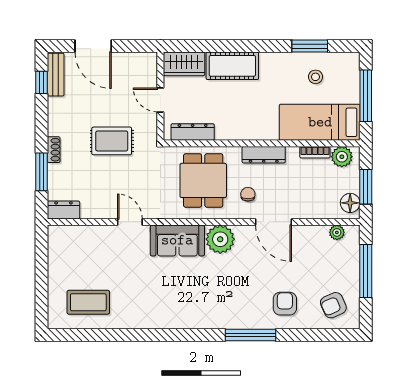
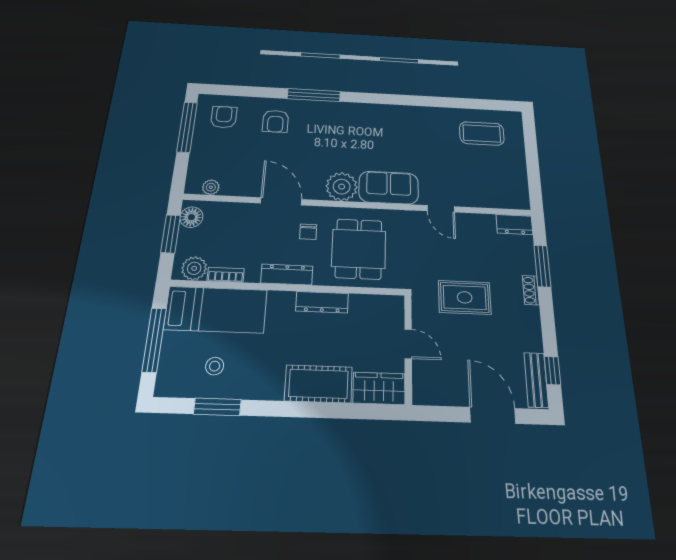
dresser: (193, 132) -> (322, 302), moved
window: (366, 271) -> (187, 127), moved
armchair: (333, 305) -> (224, 117), turned -66

